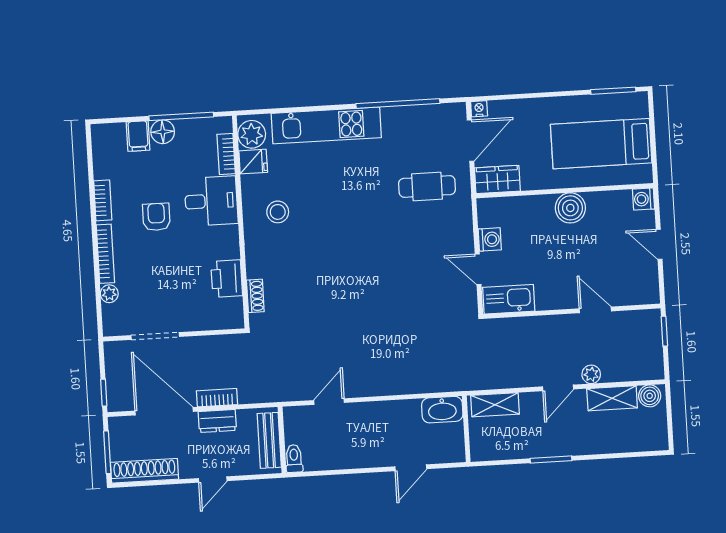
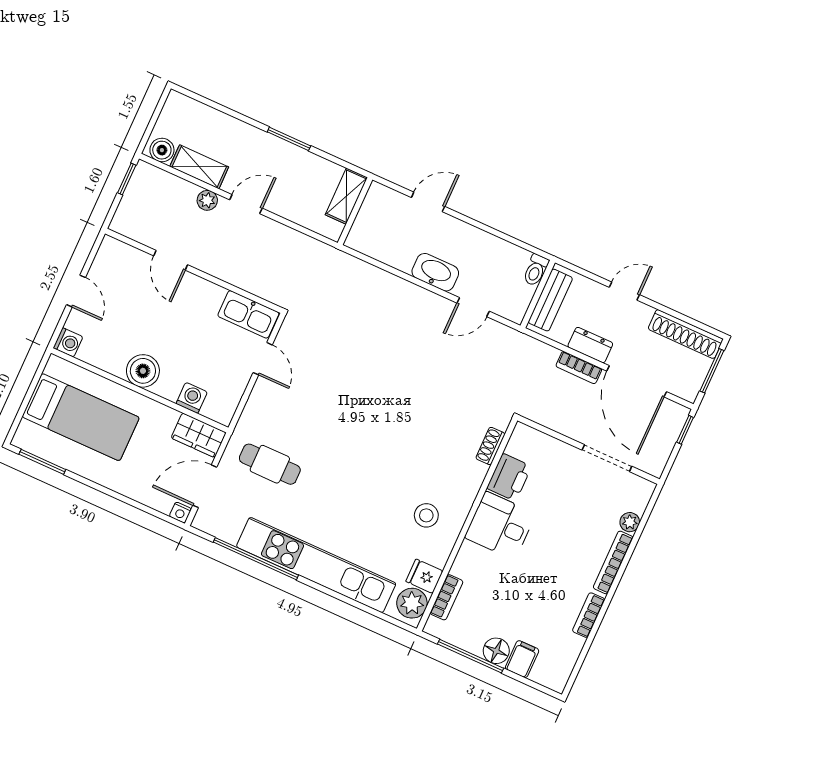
kitchen unit: (326, 125) -> (316, 565), width x1.36
desk: (211, 201) -> (500, 526), moved
armchair: (156, 217) -> (546, 572), removed
washing machine: (490, 239) -> (192, 398), moved, turned 90
window: (664, 331) -> (127, 179), moved
shelving: (495, 405) -> (346, 196), moved, turned 90
washbasin: (442, 410) -> (435, 272), moved

